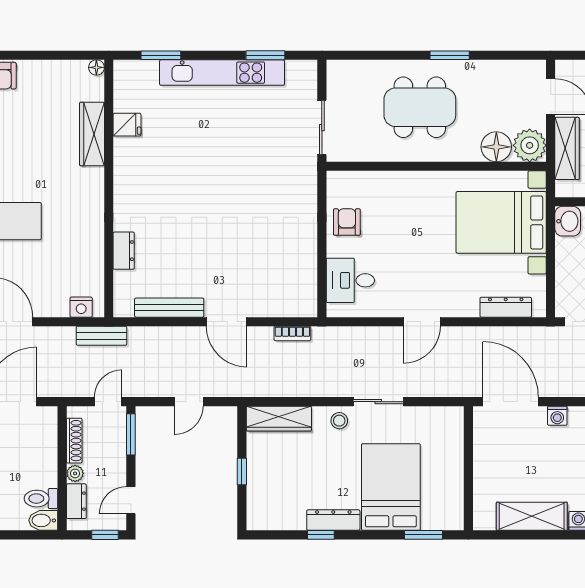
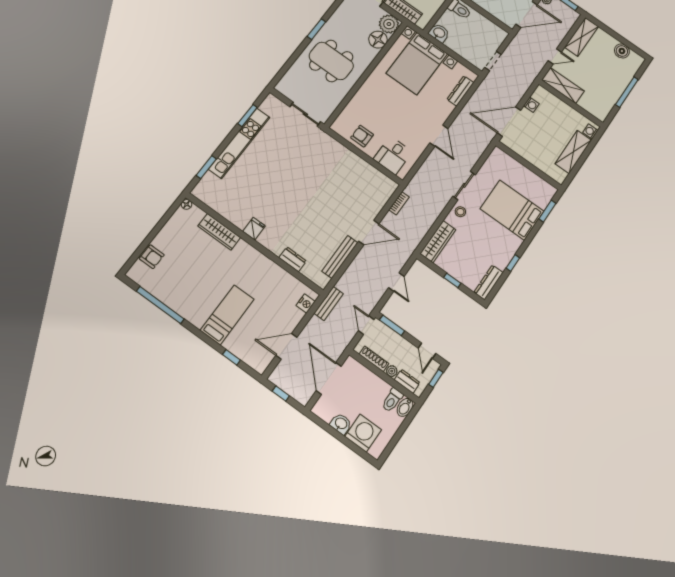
dining table: (420, 107) -> (331, 61), turned 90
fridge: (127, 125) -> (254, 229), moved
dresser: (333, 520) -> (489, 282), moved

